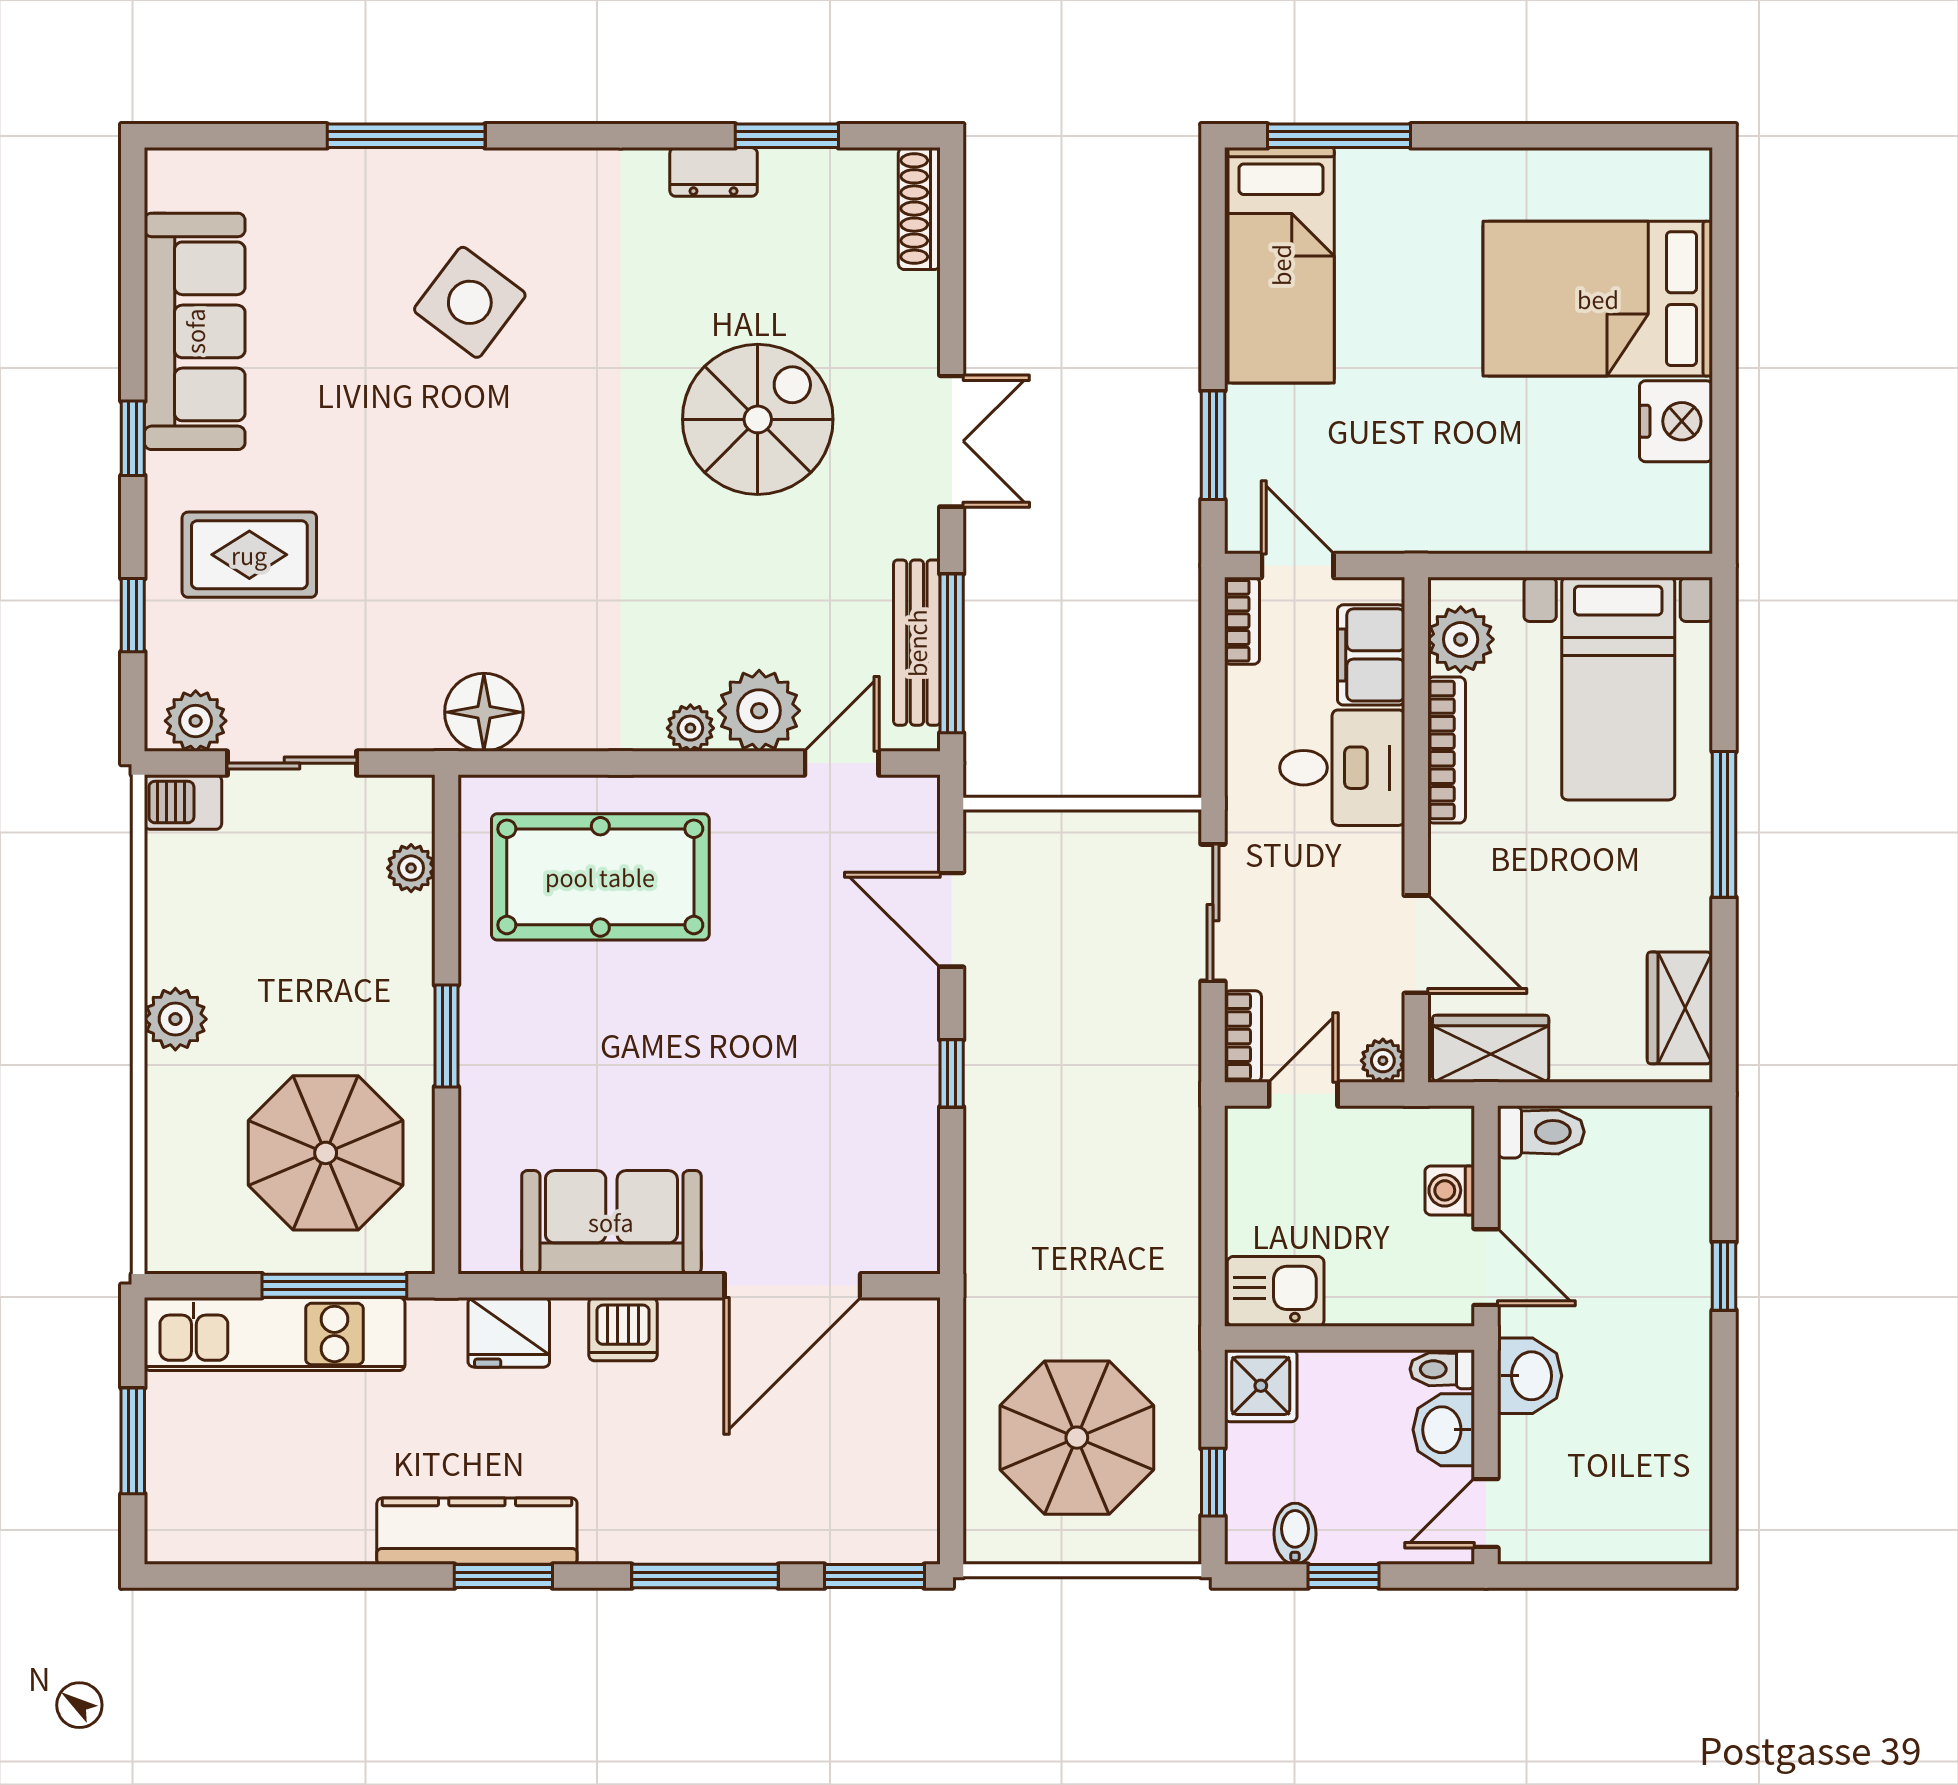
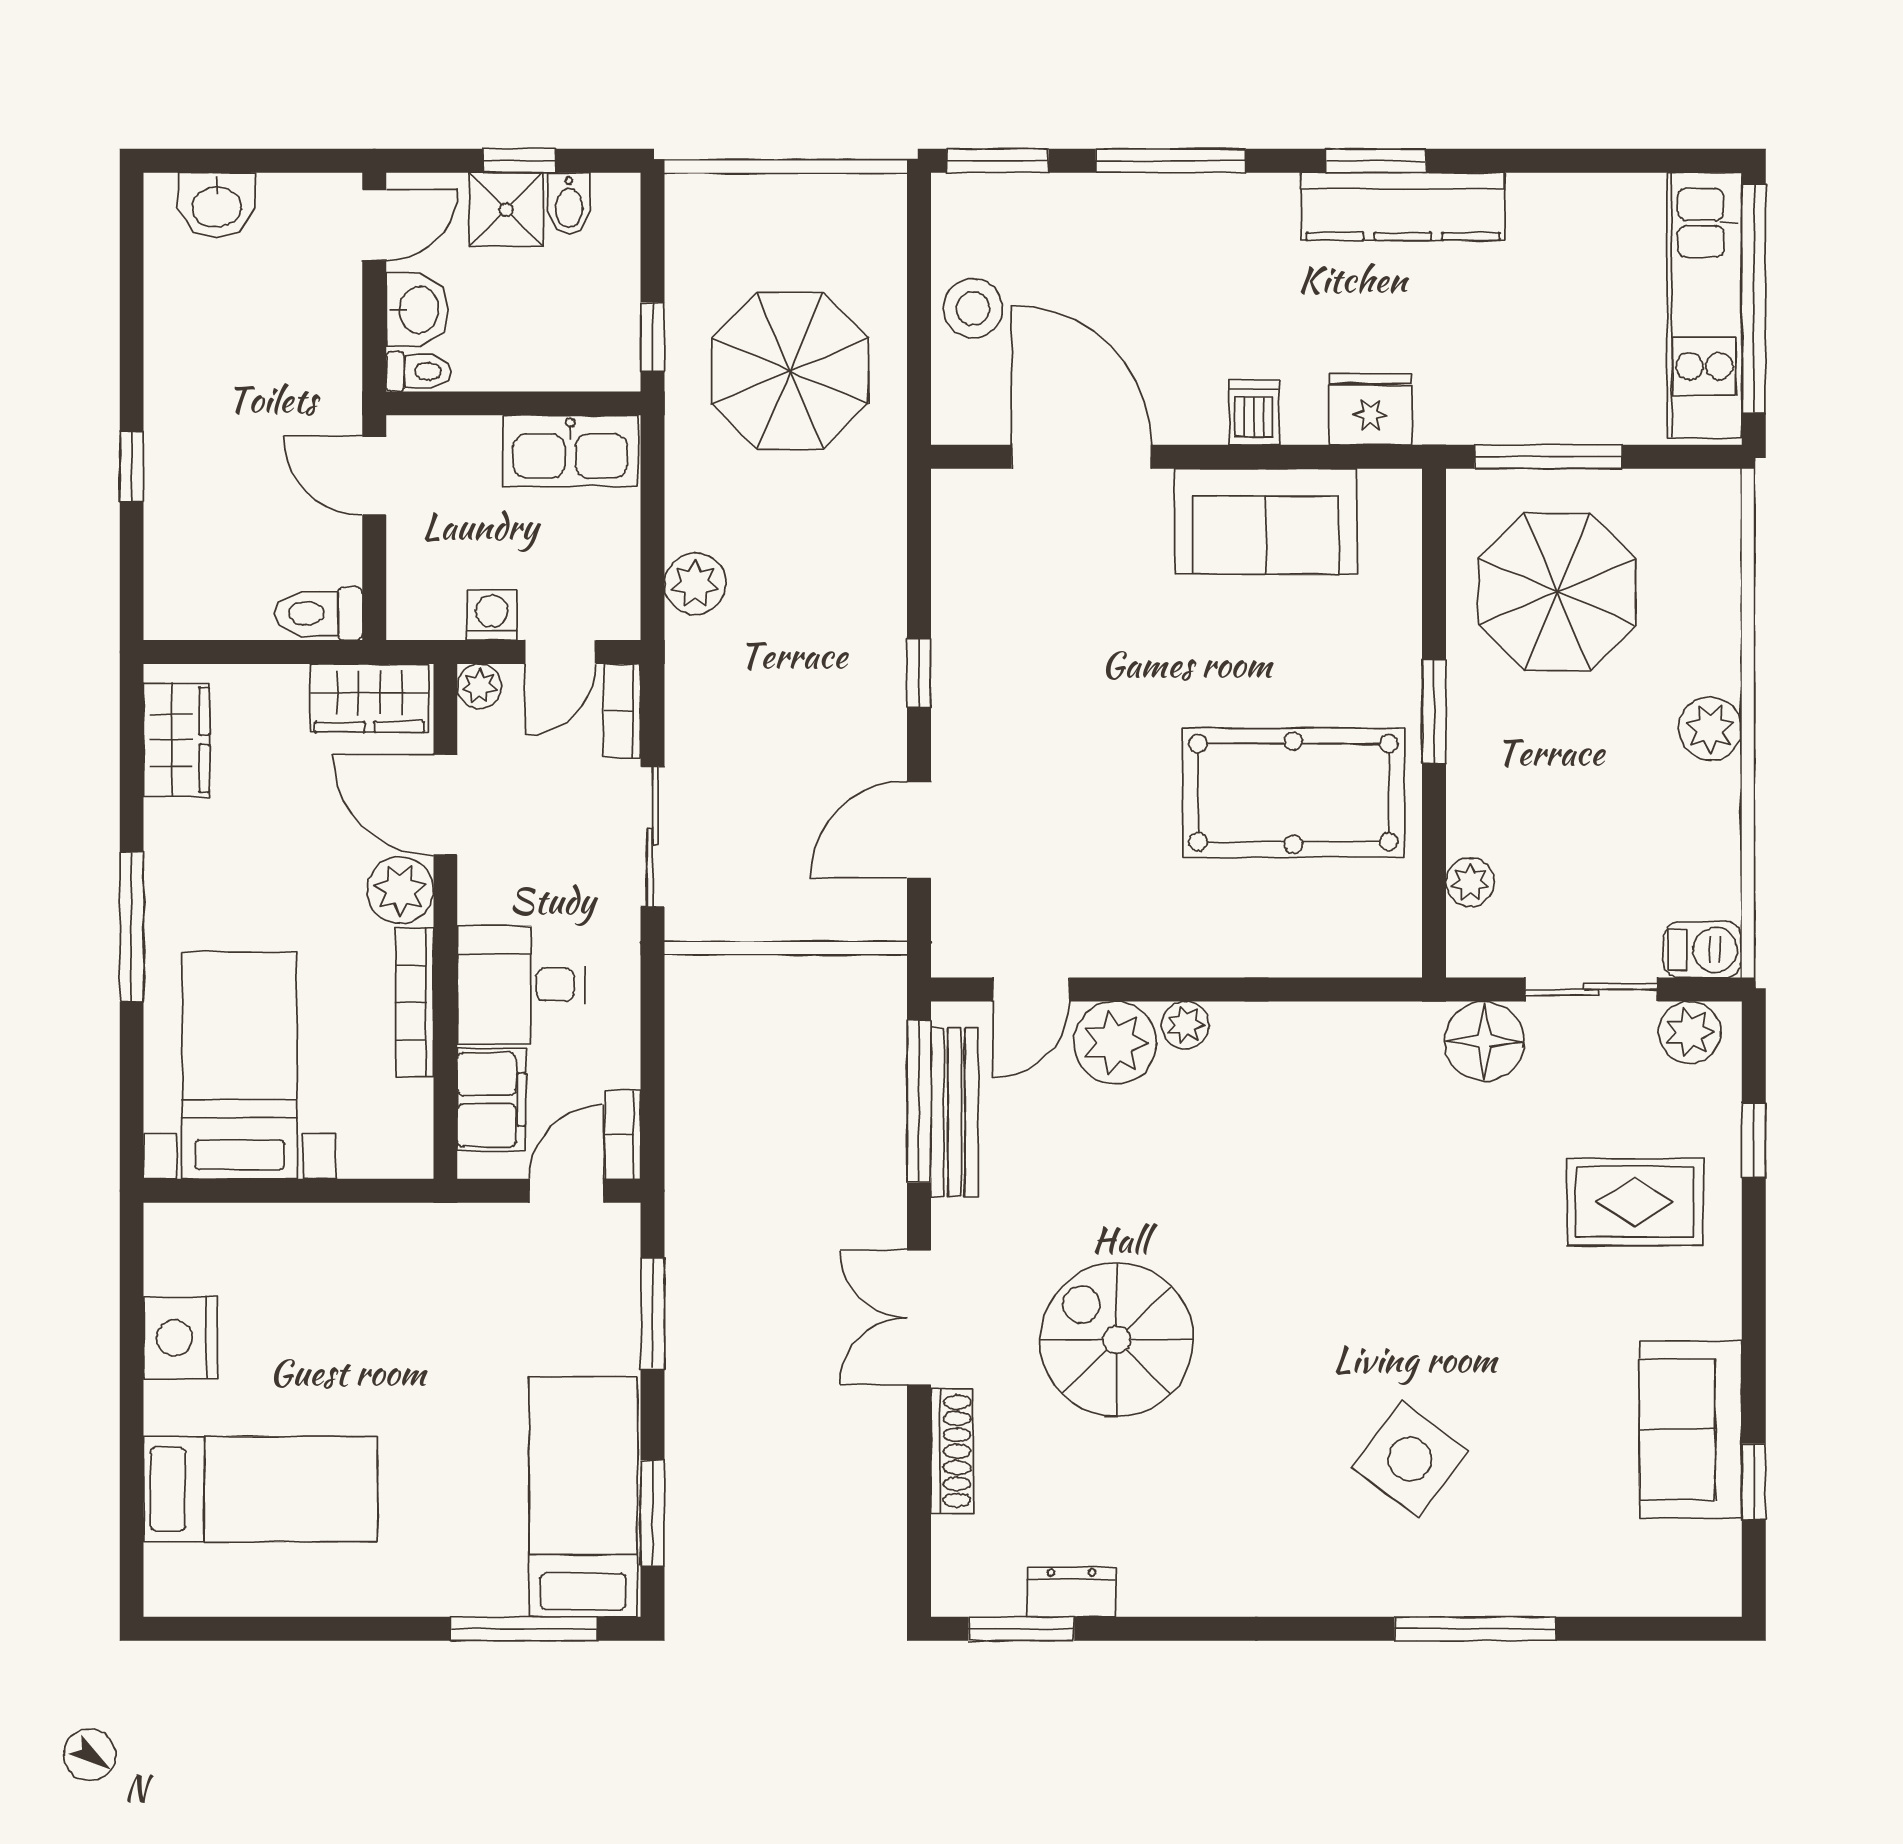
window: (787, 136) -> (1021, 1629), moved
dresser: (714, 172) -> (1072, 1592), moved
shoe rack: (919, 209) -> (952, 1451), moved
window: (1213, 249) -> (653, 1513), added
bed: (1598, 299) -> (260, 1489), width x0.67
sofa: (195, 331) -> (1691, 1429), width x0.73
spiral stairs: (758, 419) -> (1117, 1340), turned 90
window: (133, 438) -> (1754, 1482), moved
door: (1298, 566) -> (566, 1191), swing flipped
plant: (1461, 639) -> (400, 890), moved
floor lamp: (484, 712) -> (1484, 1041), moved
pool table: (600, 877) -> (1293, 793), moved
door: (952, 920) -> (919, 830), swing flipped
plant: (1171, 1161) -> (695, 584), added
washing machine: (1450, 1190) -> (492, 615), moved, turned -90
door: (792, 1286) -> (1081, 457), hinge flipped
kitchen sink: (1276, 1291) -> (570, 451), width x1.38
dishwasher: (623, 1329) -> (1254, 412), width x0.73
kitchen unit: (275, 1334) -> (1704, 305), moved, turned -90
washbasin: (1530, 1376) -> (217, 205), moved, turned -90
shower: (1261, 1386) -> (506, 209), moved
stool: (899, 1431) -> (973, 308), added
parasol: (1077, 1438) -> (790, 371), moved
window: (133, 1441) -> (1754, 299), width x2.11
window: (1213, 1482) -> (653, 337), moved

